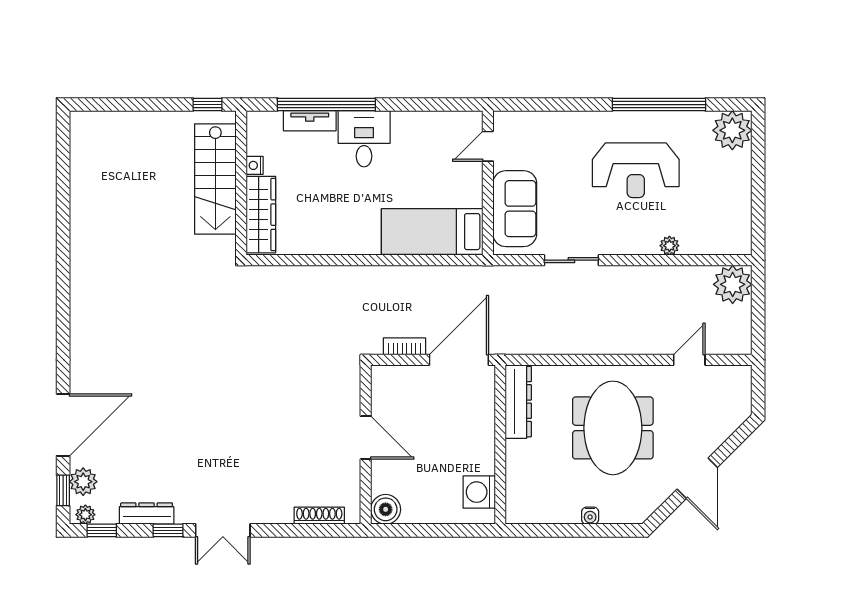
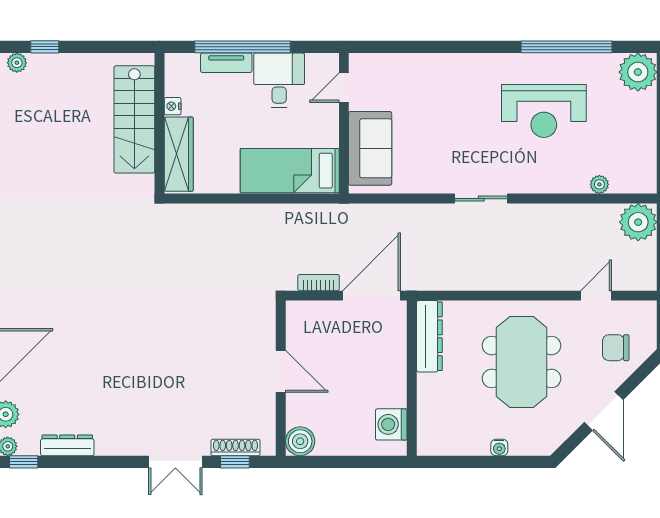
window: (207, 105) -> (45, 47), moved
plant: (95, 121) -> (17, 63), added
door: (488, 146) -> (344, 88), moved
wall: (488, 183) -> (344, 123), moved
sofa: (515, 209) -> (370, 148), moved
bed: (432, 232) -> (290, 171), moved
plant: (669, 246) -> (599, 184), moved
chair: (710, 413) -> (616, 348), added
window: (168, 530) -> (235, 462), moved
double door: (223, 530) -> (175, 462), moved

